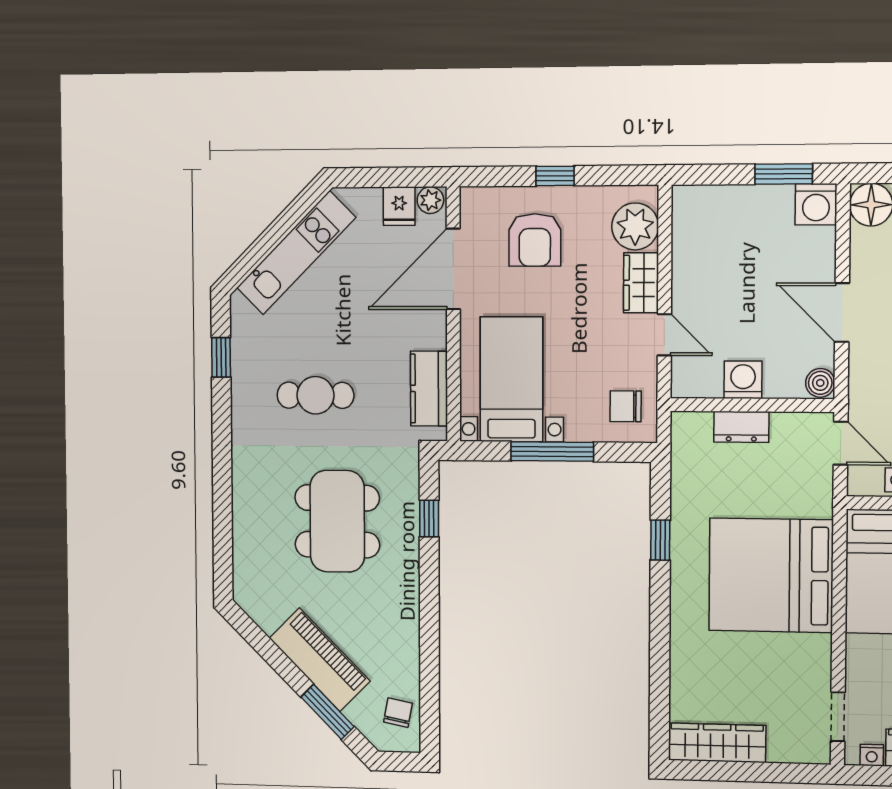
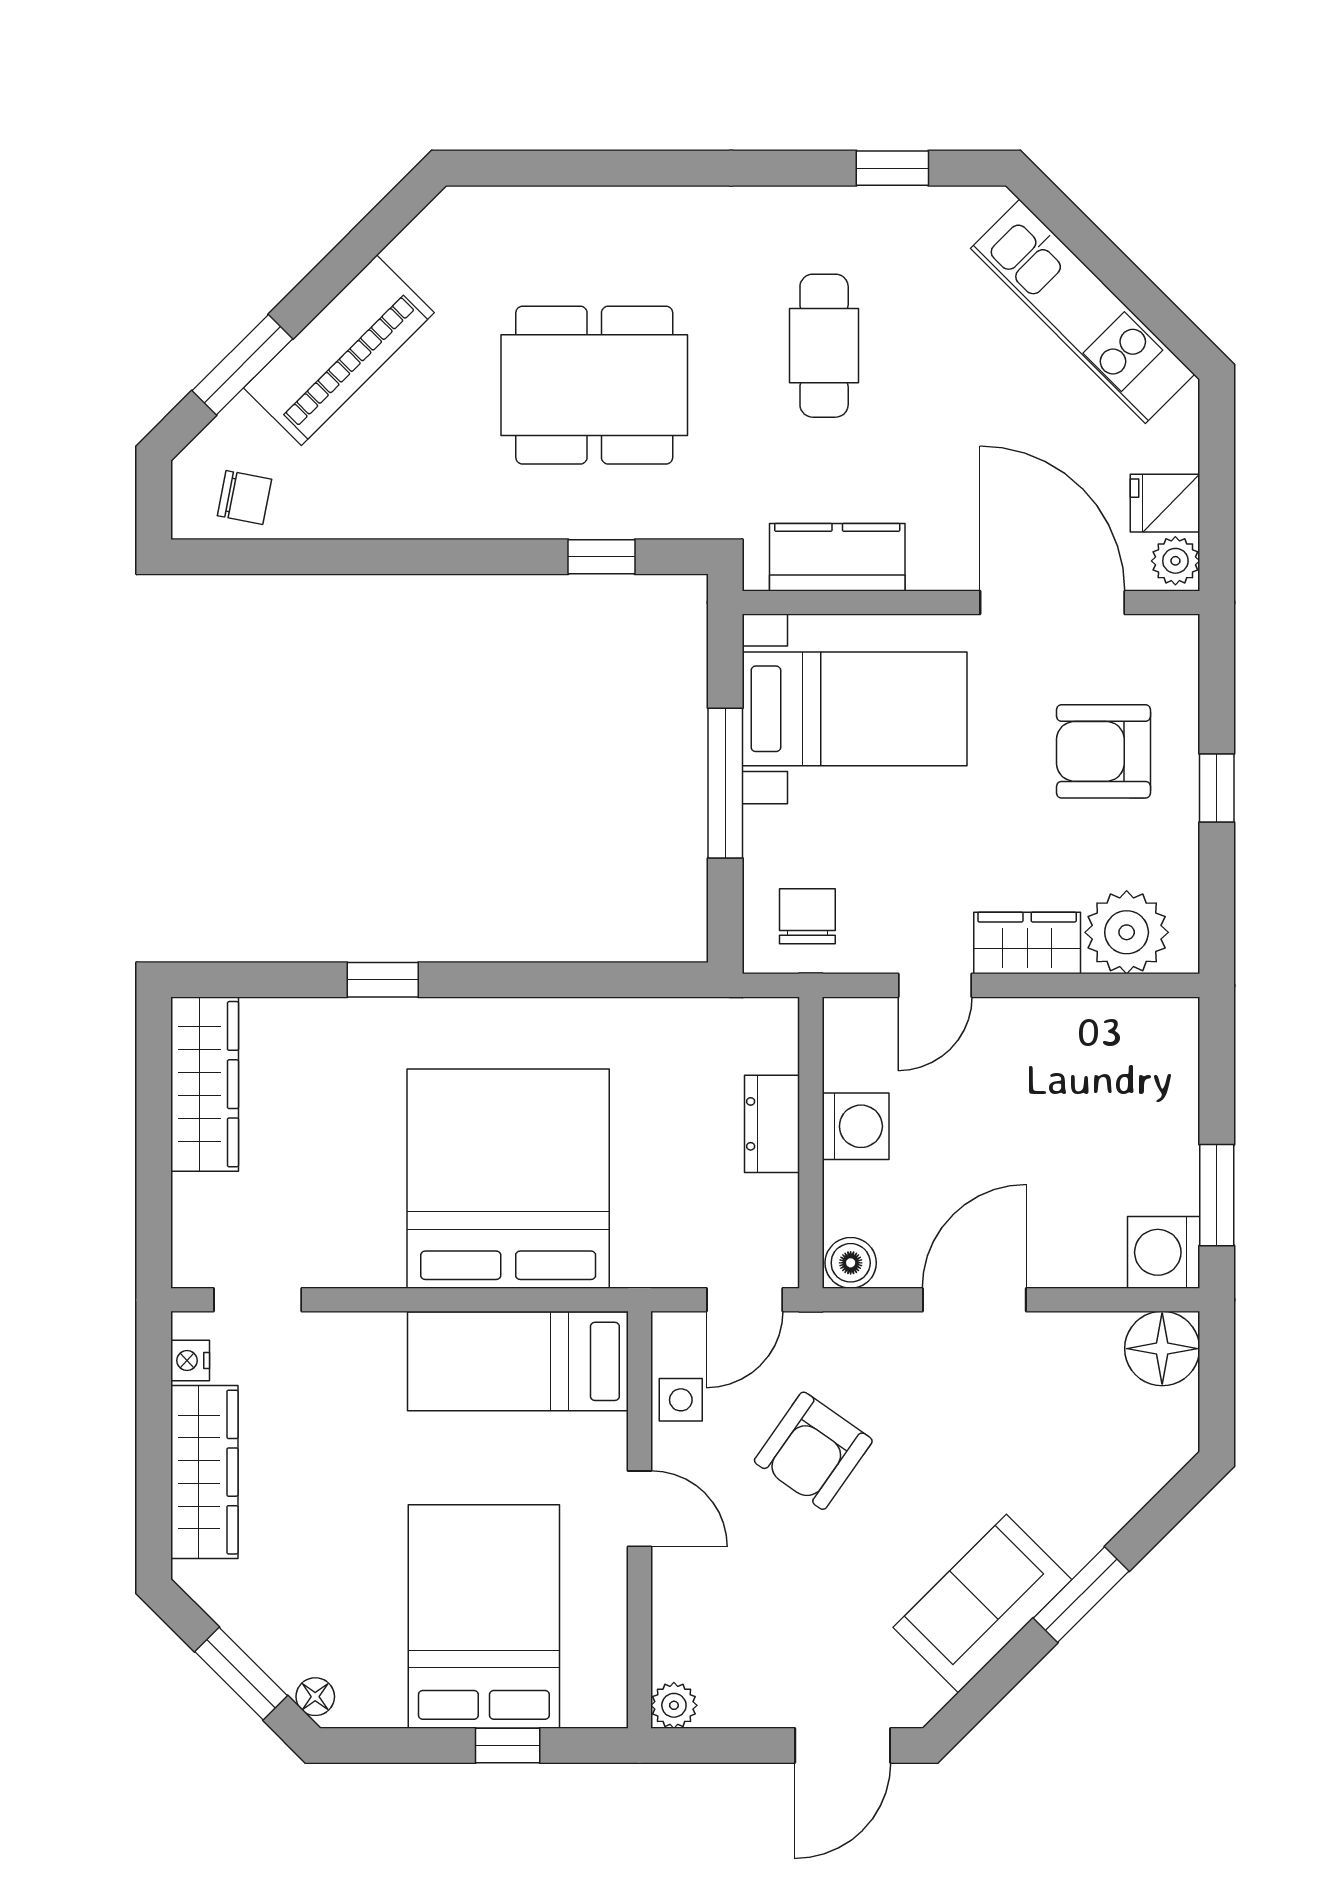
window: (660, 540) -> (383, 980), moved

